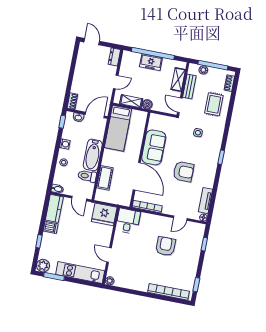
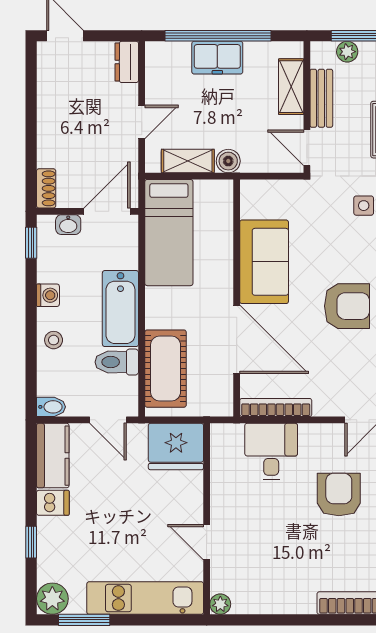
cot: (105, 178) -> (166, 369), width x1.37, depth x1.34
desk: (128, 221) -> (271, 452), moved

